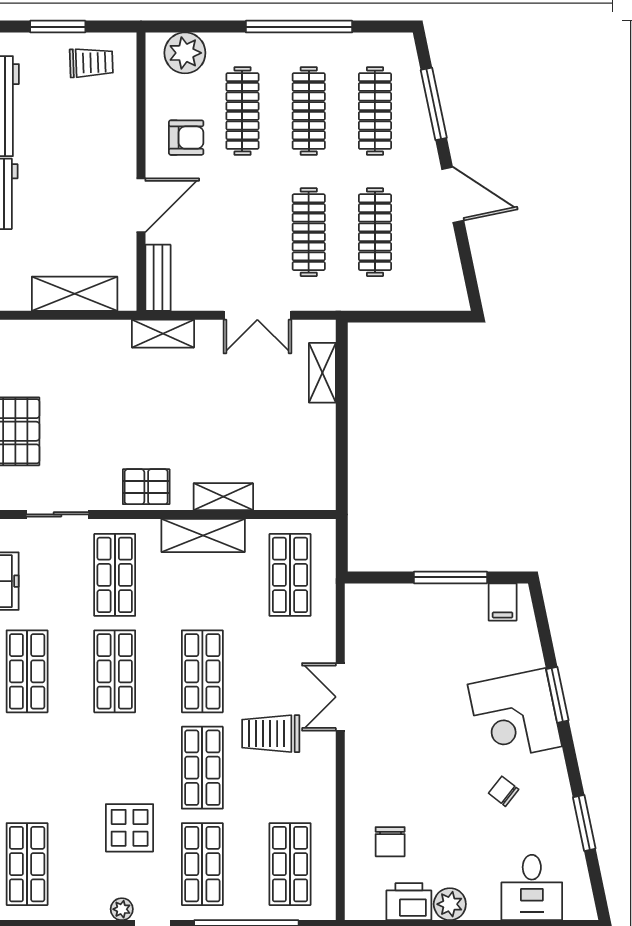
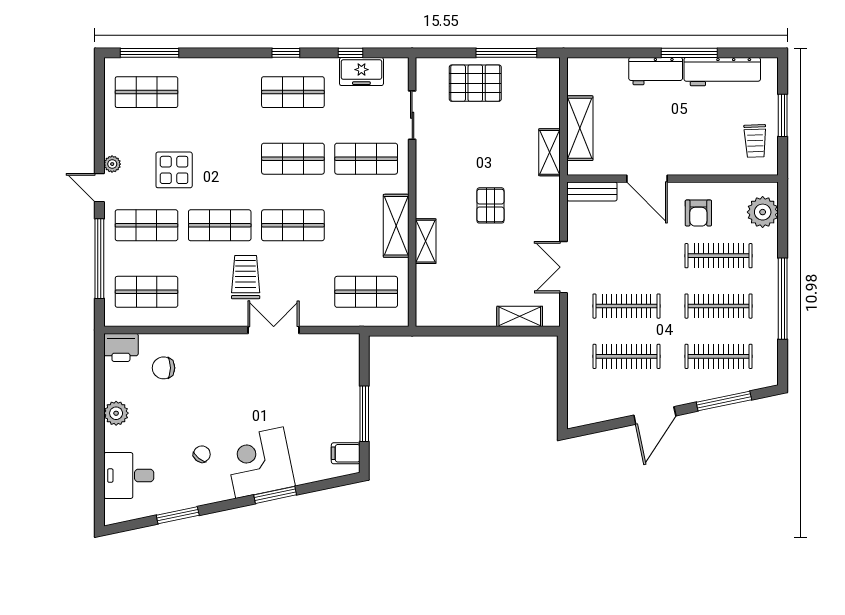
shelving: (163, 334) -> (549, 152), moved
pallet: (146, 487) -> (490, 205), moved
printer: (409, 902) -> (121, 347), moved, turned 90

